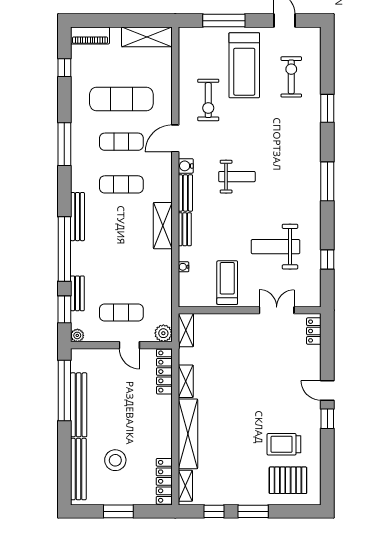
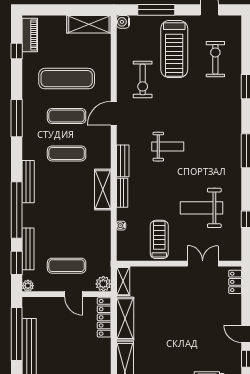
piano: (90, 35) -> (30, 35), moved, turned -90
water cooler: (186, 166) -> (123, 22), moved
bench: (77, 293) -> (28, 249), width x1.36
shelving: (186, 381) -> (125, 319), width x1.50, depth x1.33

